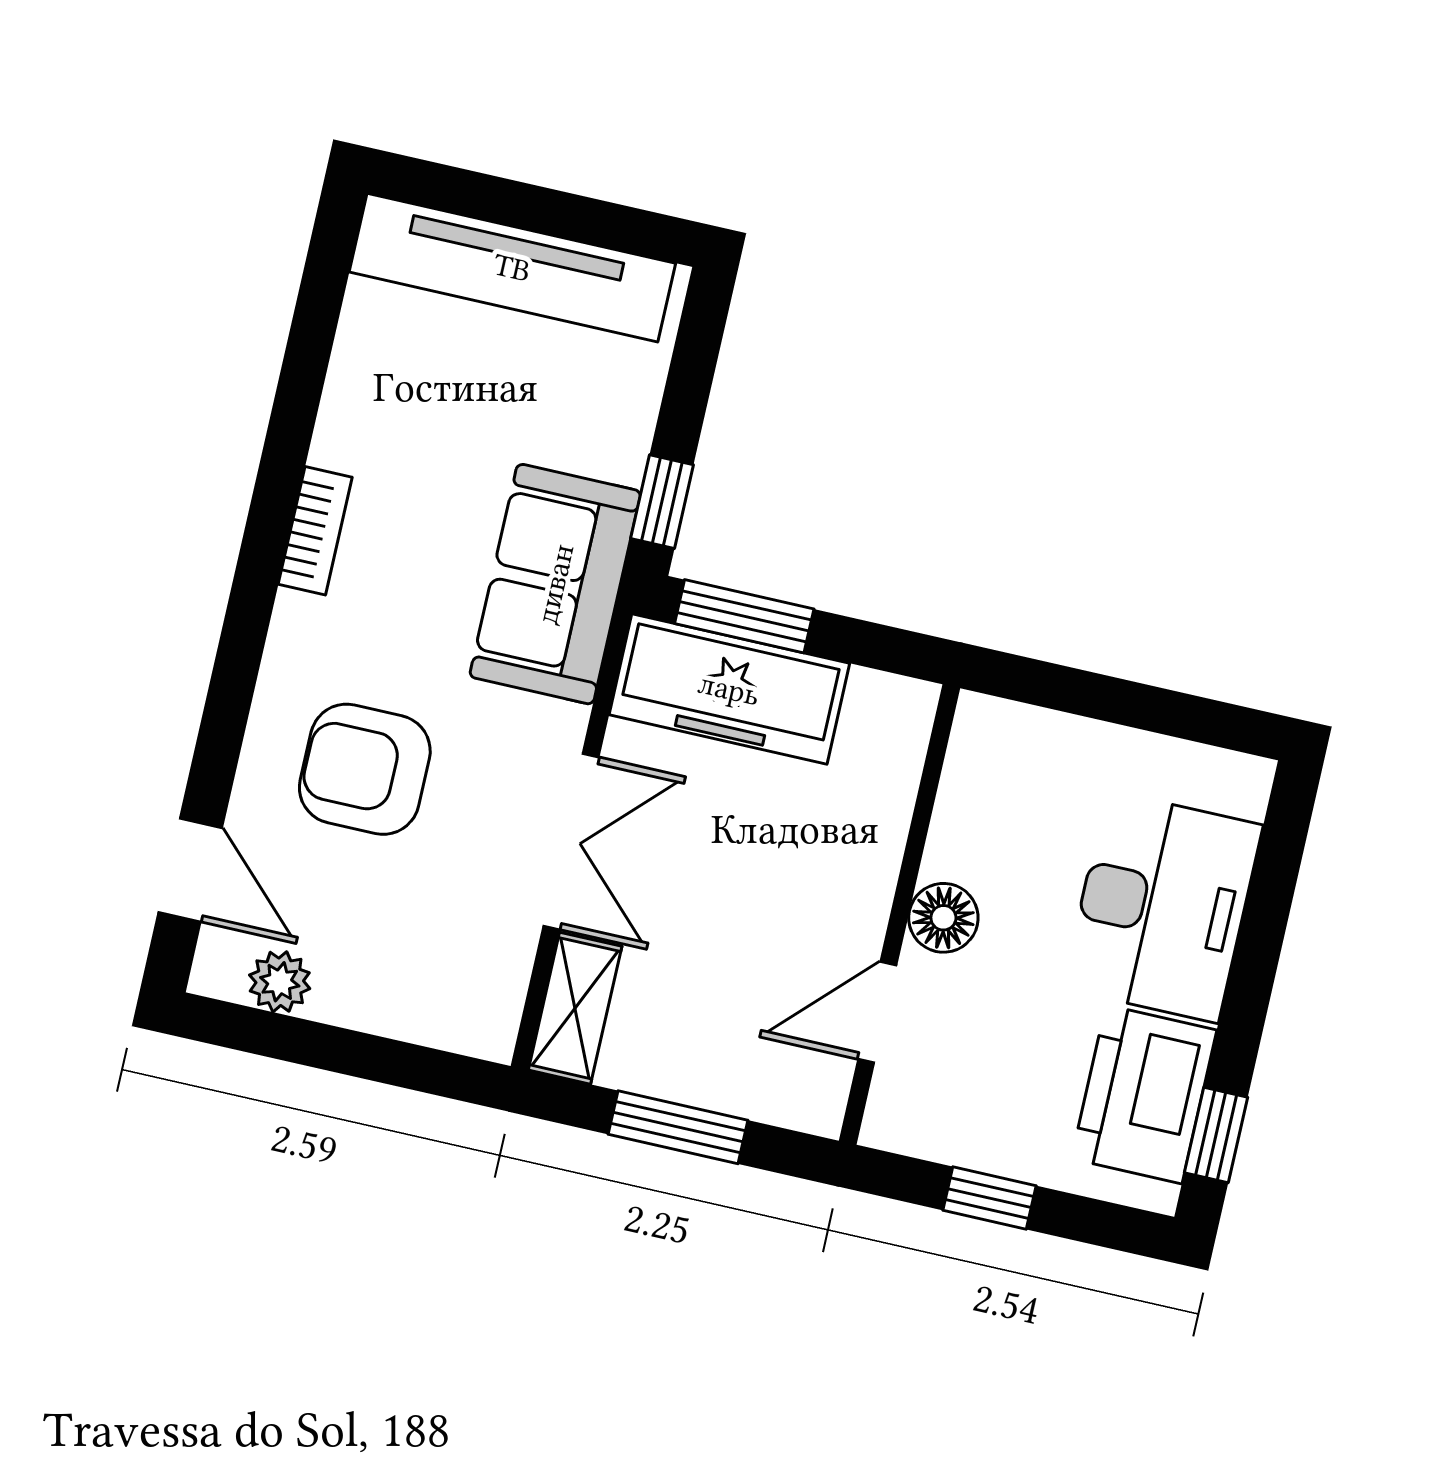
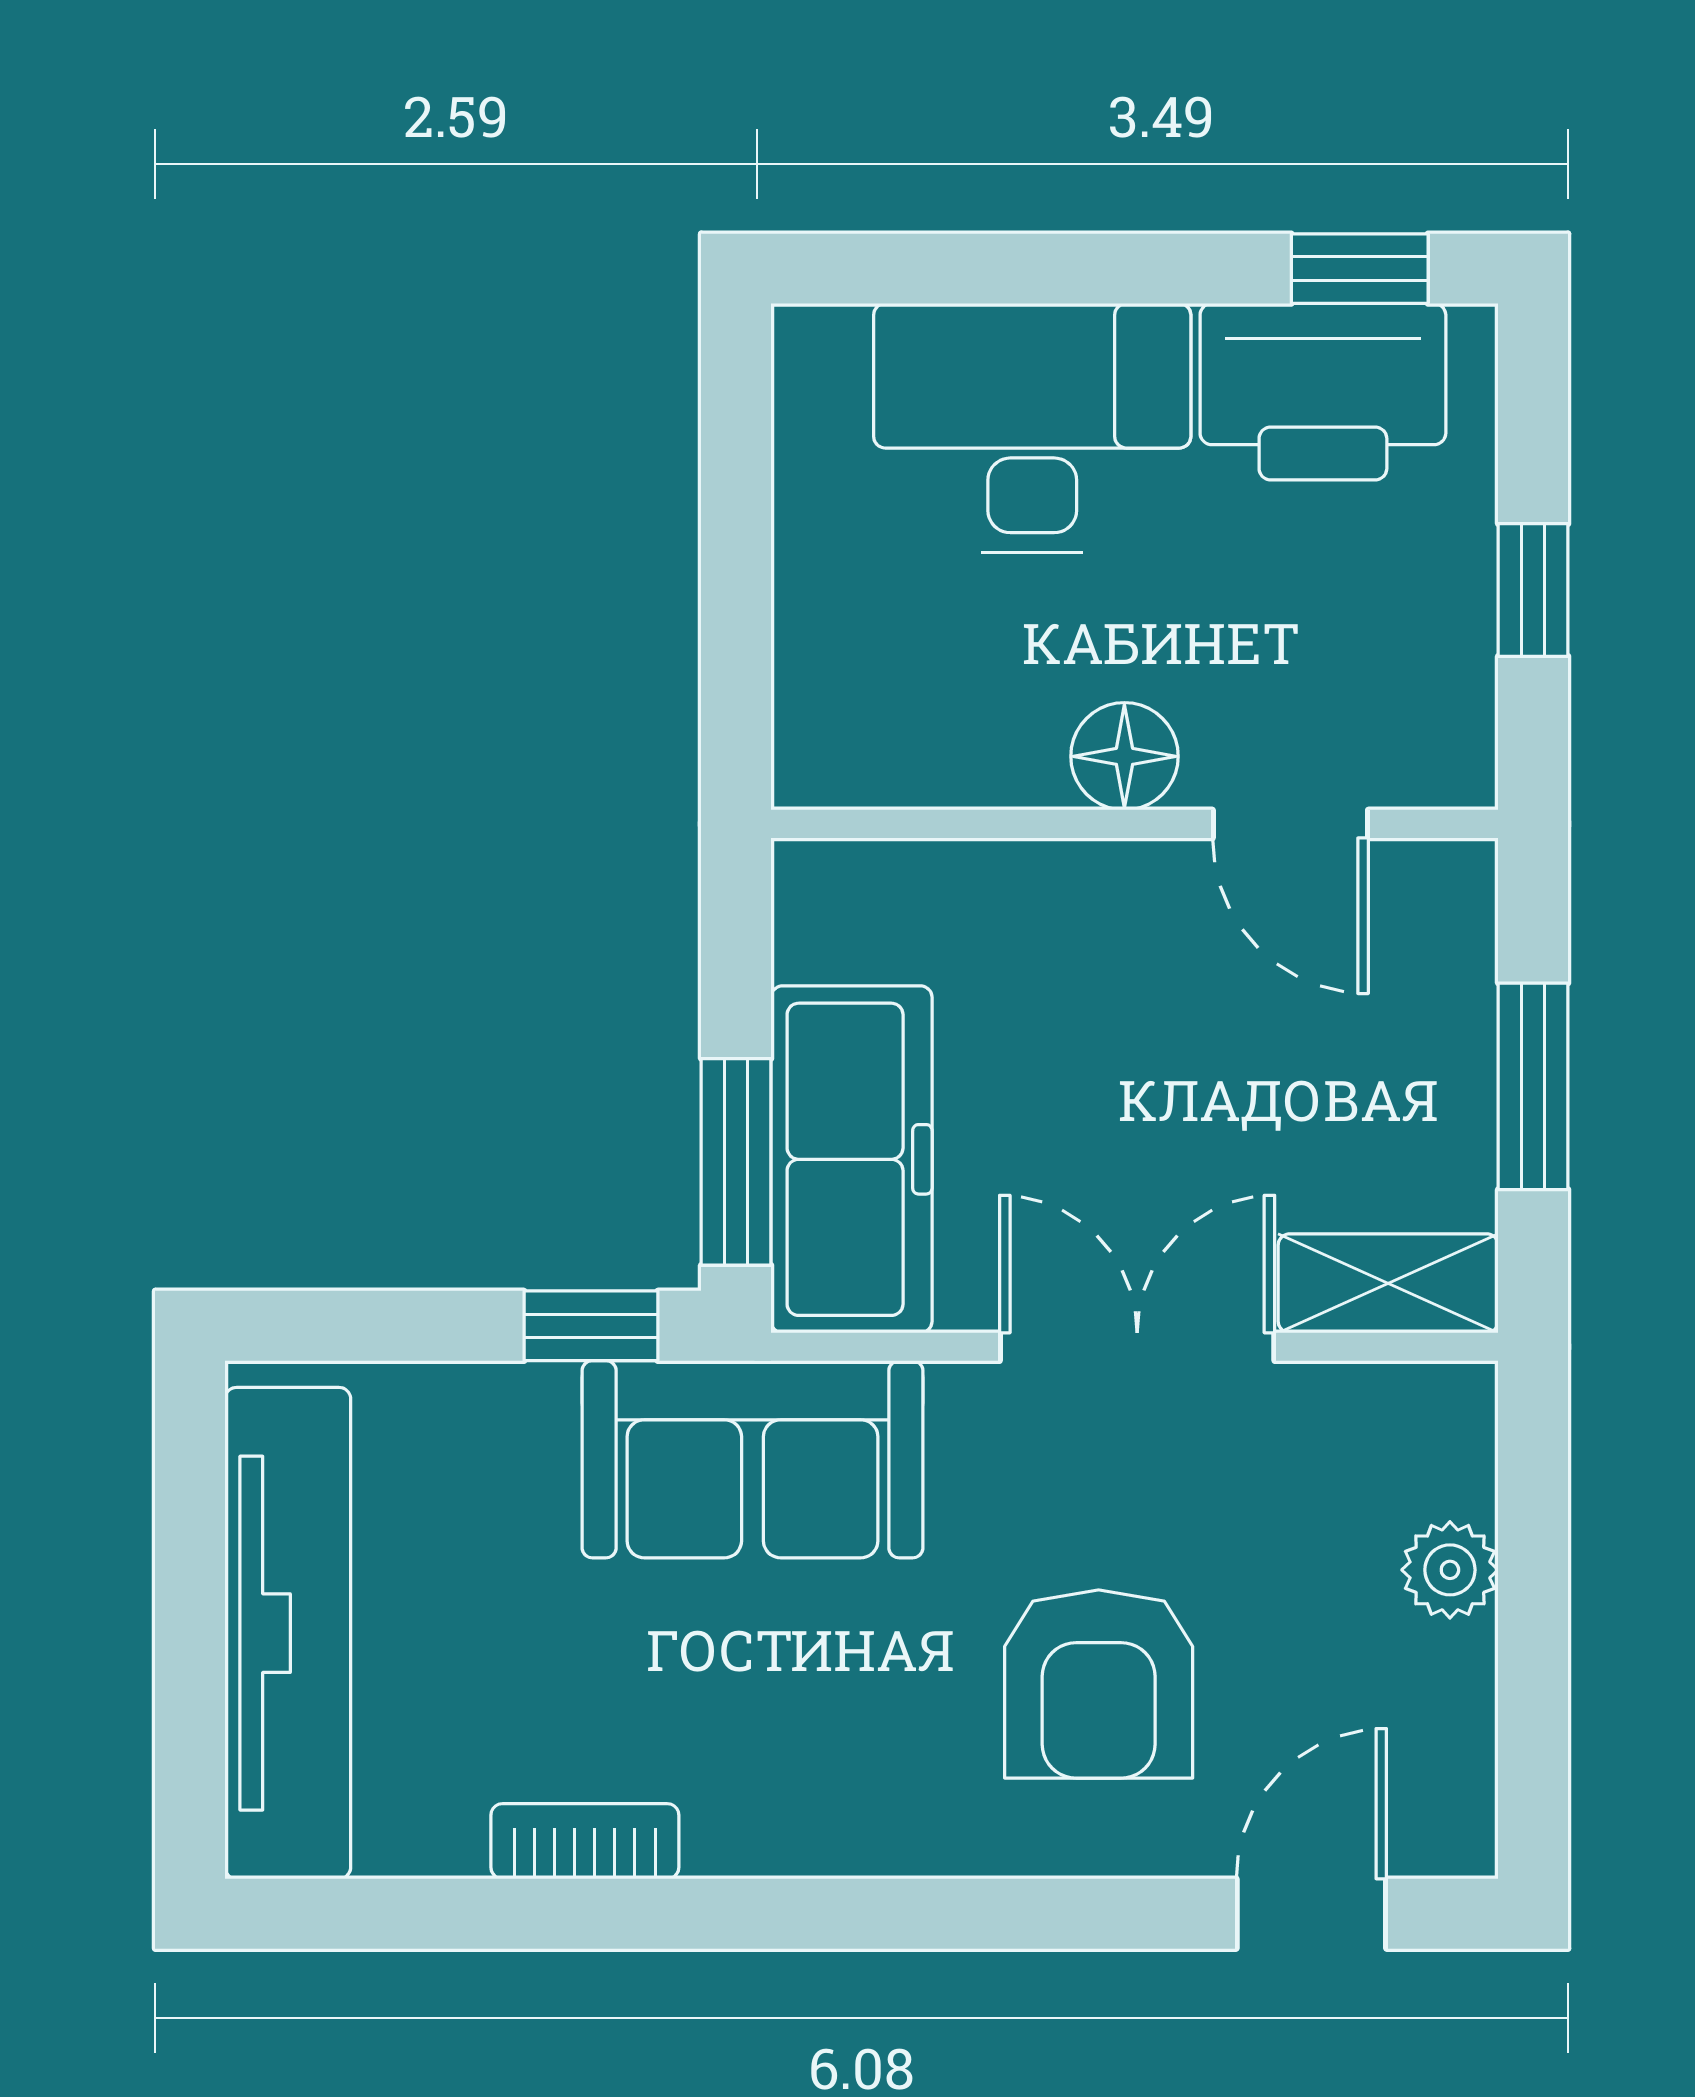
bookcase: (315, 531) -> (585, 1841), moved
plant: (280, 982) -> (1450, 1570), moved

